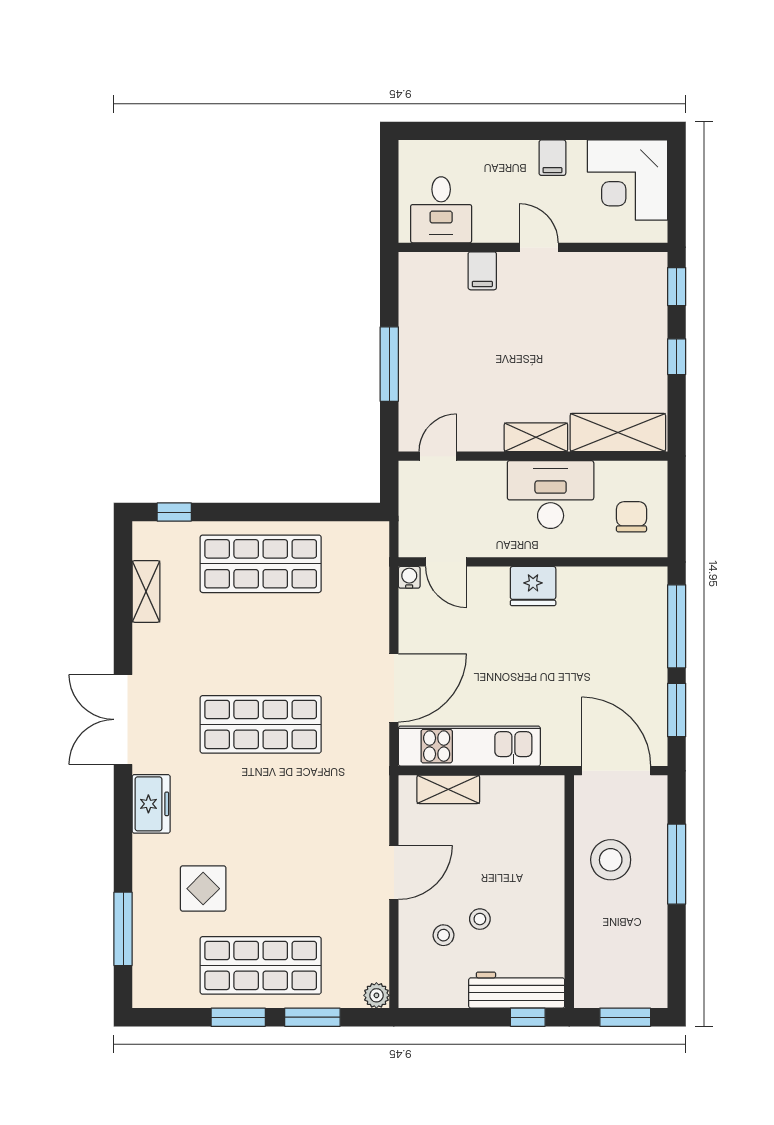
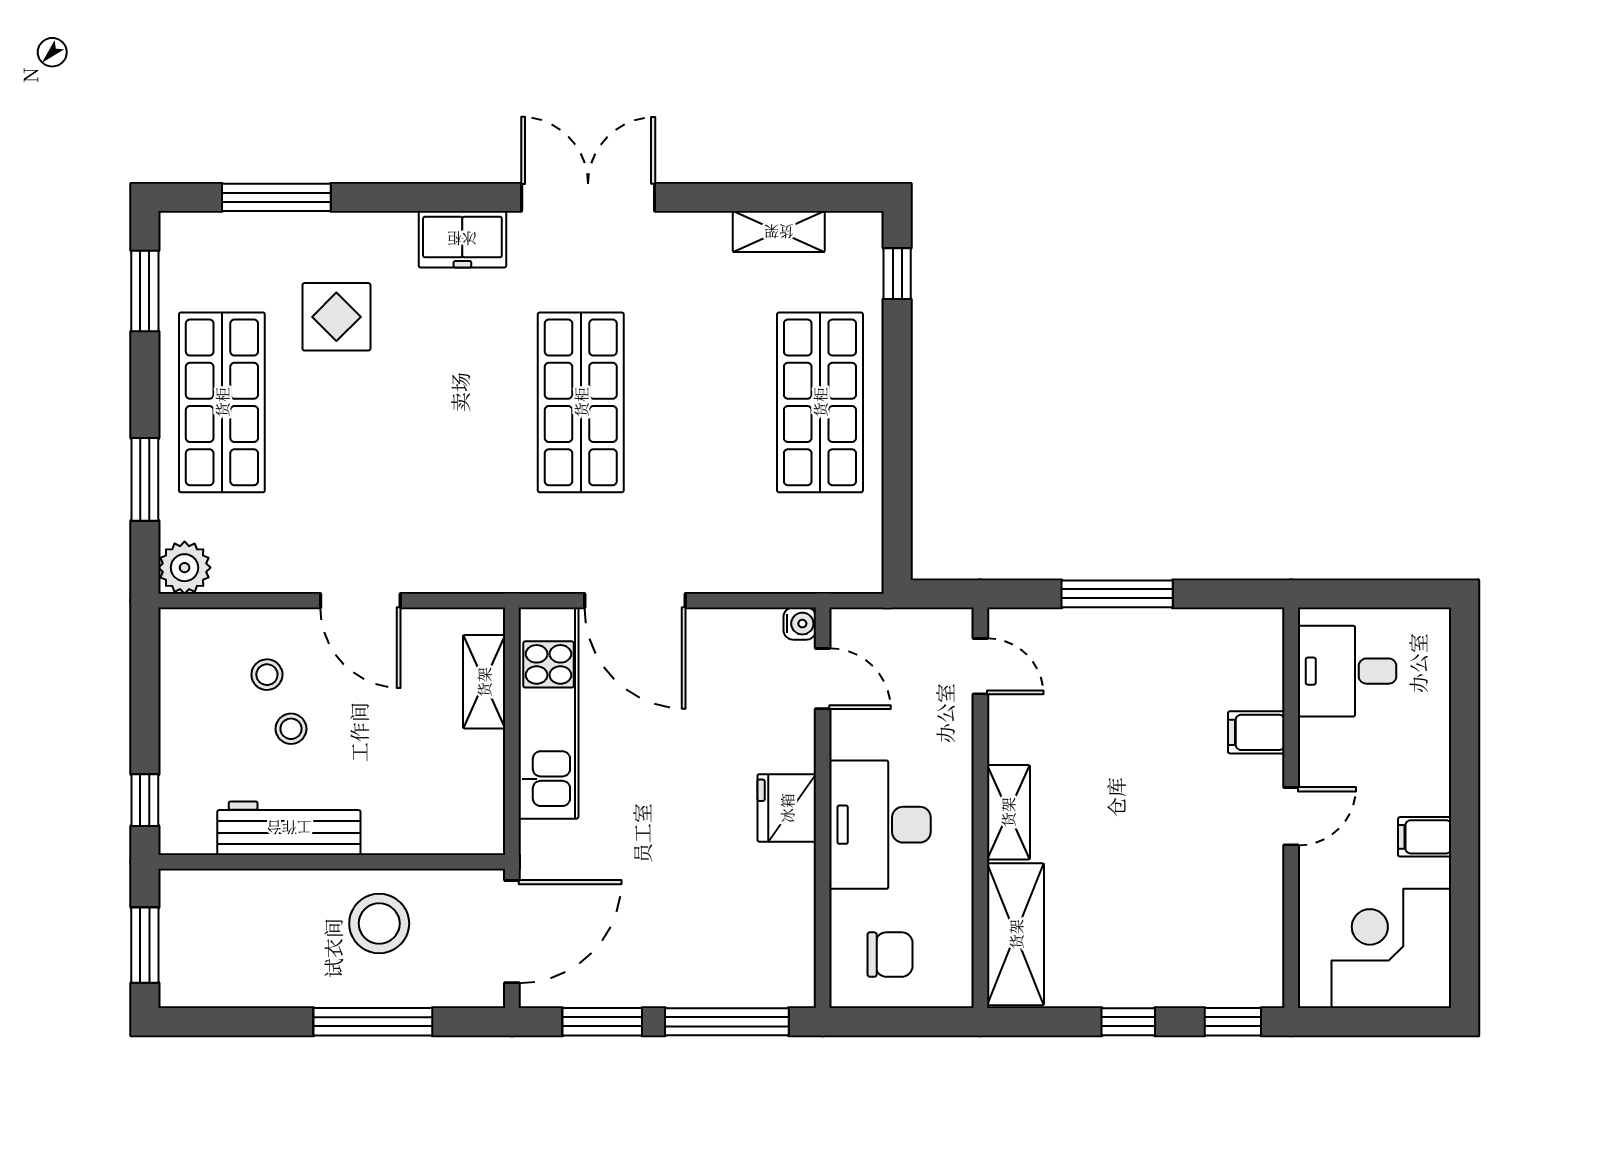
desk: (551, 495) -> (880, 825), moved, turned 180
door: (446, 562) -> (823, 679), swing flipped
workbench: (517, 990) -> (289, 828), moved, turned -90
plant: (376, 995) -> (185, 568), width x1.38, depth x1.38
window: (238, 1017) -> (145, 291), moved

